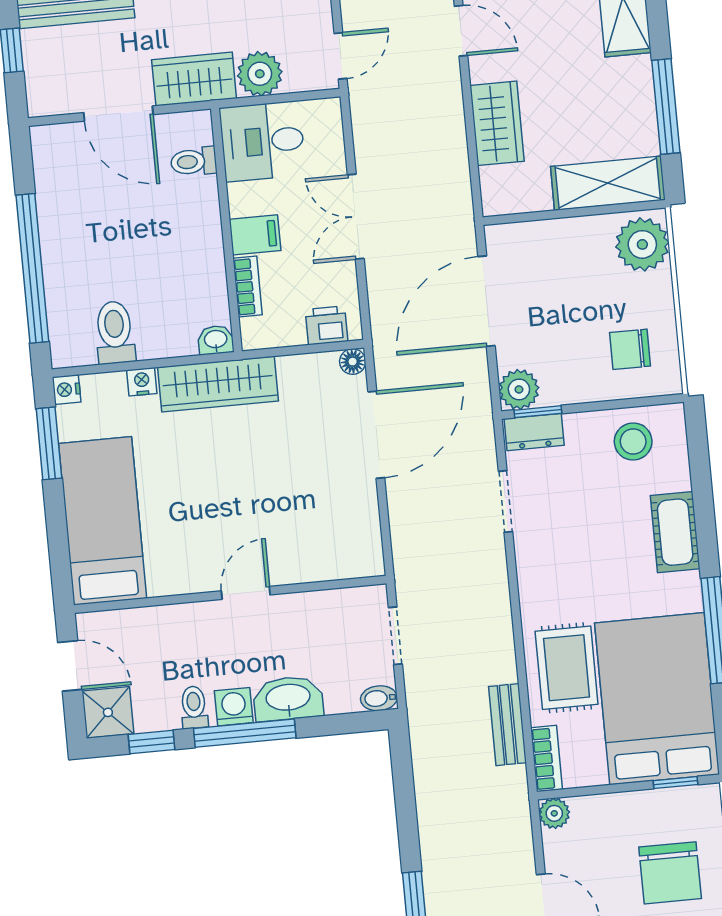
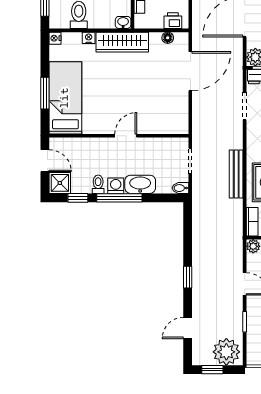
floor lamp: (353, 362) -> (168, 38), moved
window: (49, 443) -> (45, 93), moved
bench: (507, 725) -> (236, 174), moved, width x1.36

